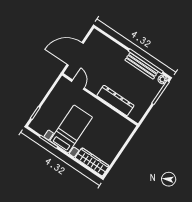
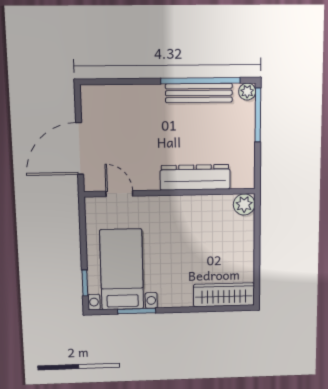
plant: (129, 127) -> (244, 204), added
bed with nightstands: (71, 129) -> (122, 269), moved

